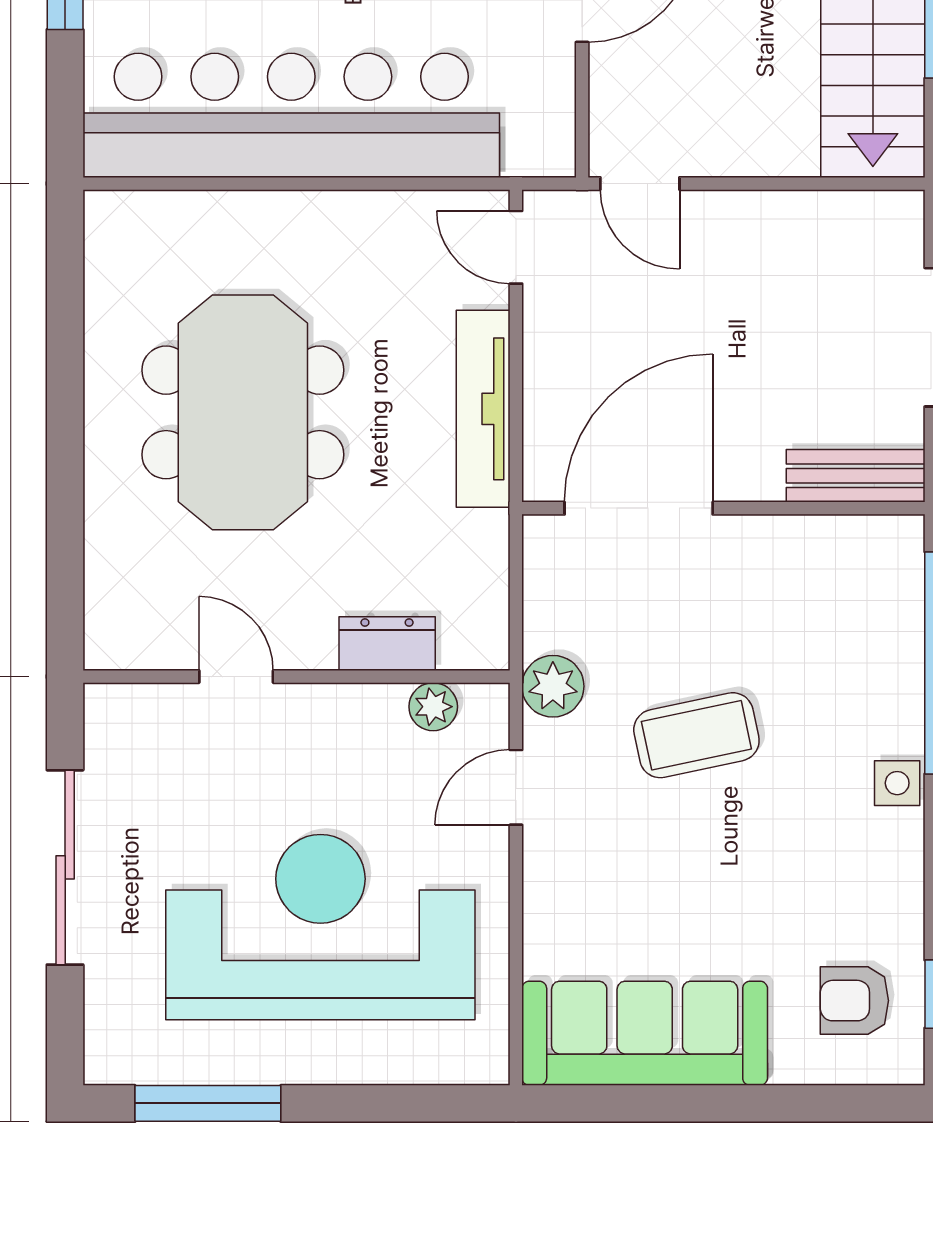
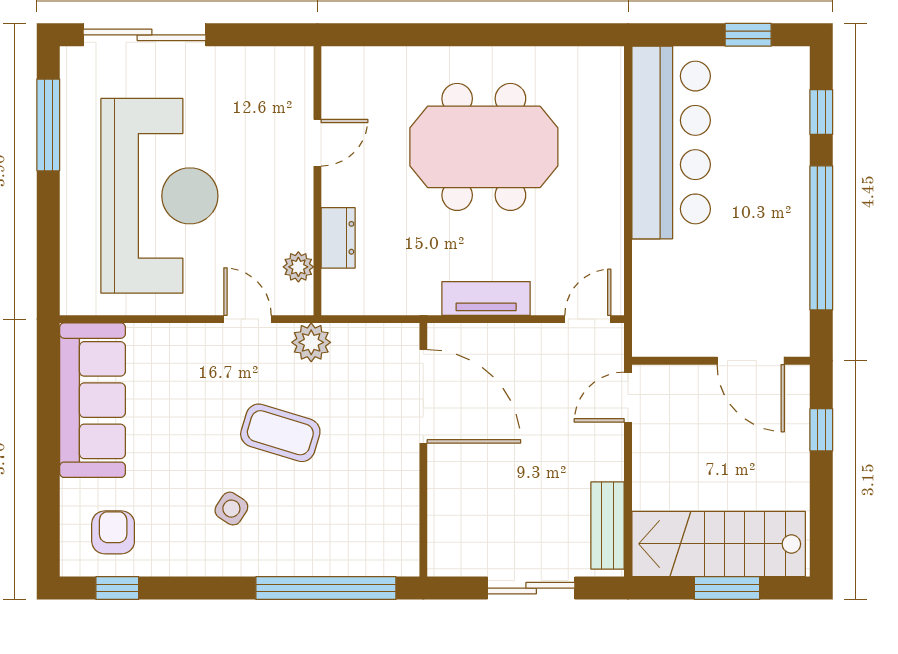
bar counter: (291, 115) -> (671, 142), width x0.73
tv unit: (483, 409) -> (486, 298), width x0.71
bench: (856, 476) -> (608, 525), moved
coffee table: (696, 735) -> (280, 433), turned -61
side table: (897, 783) -> (231, 509), moved, turned 33
sliding door: (65, 867) -> (145, 35), moved

